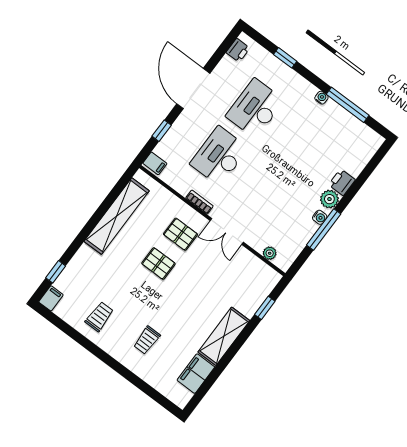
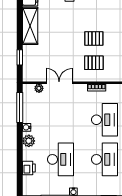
desk: (308, 148) -> (60, 159), added
printer: (342, 182) -> (29, 168), moved
window: (324, 229) -> (20, 108), moved
double door: (227, 231) -> (59, 83), moved

